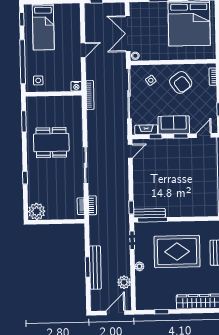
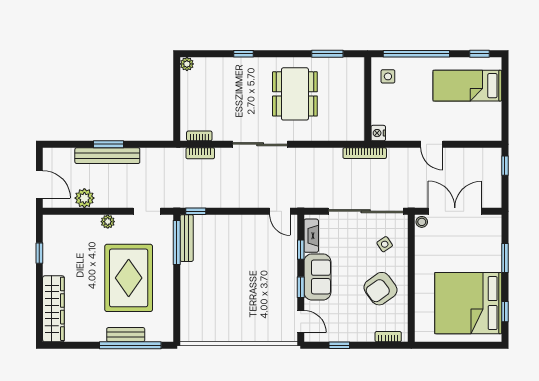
plant: (37, 211) -> (187, 64), width x0.53, depth x0.53

